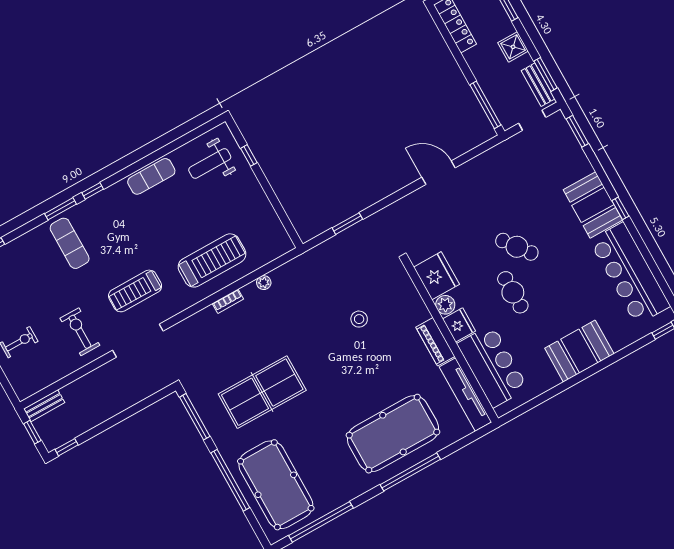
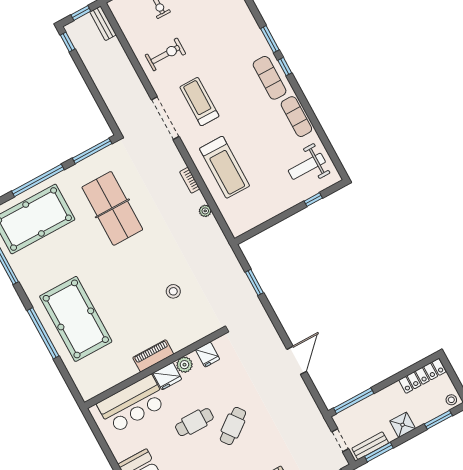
weight bench: (210, 163) -> (307, 166), turned -90
exercise mat: (70, 243) -> (270, 78), moved, turned 90
fridge: (436, 276) -> (208, 354), width x0.53, depth x0.75
doorway: (138, 341) -> (165, 118), moved
tv unit: (465, 395) -> (108, 381), removed

